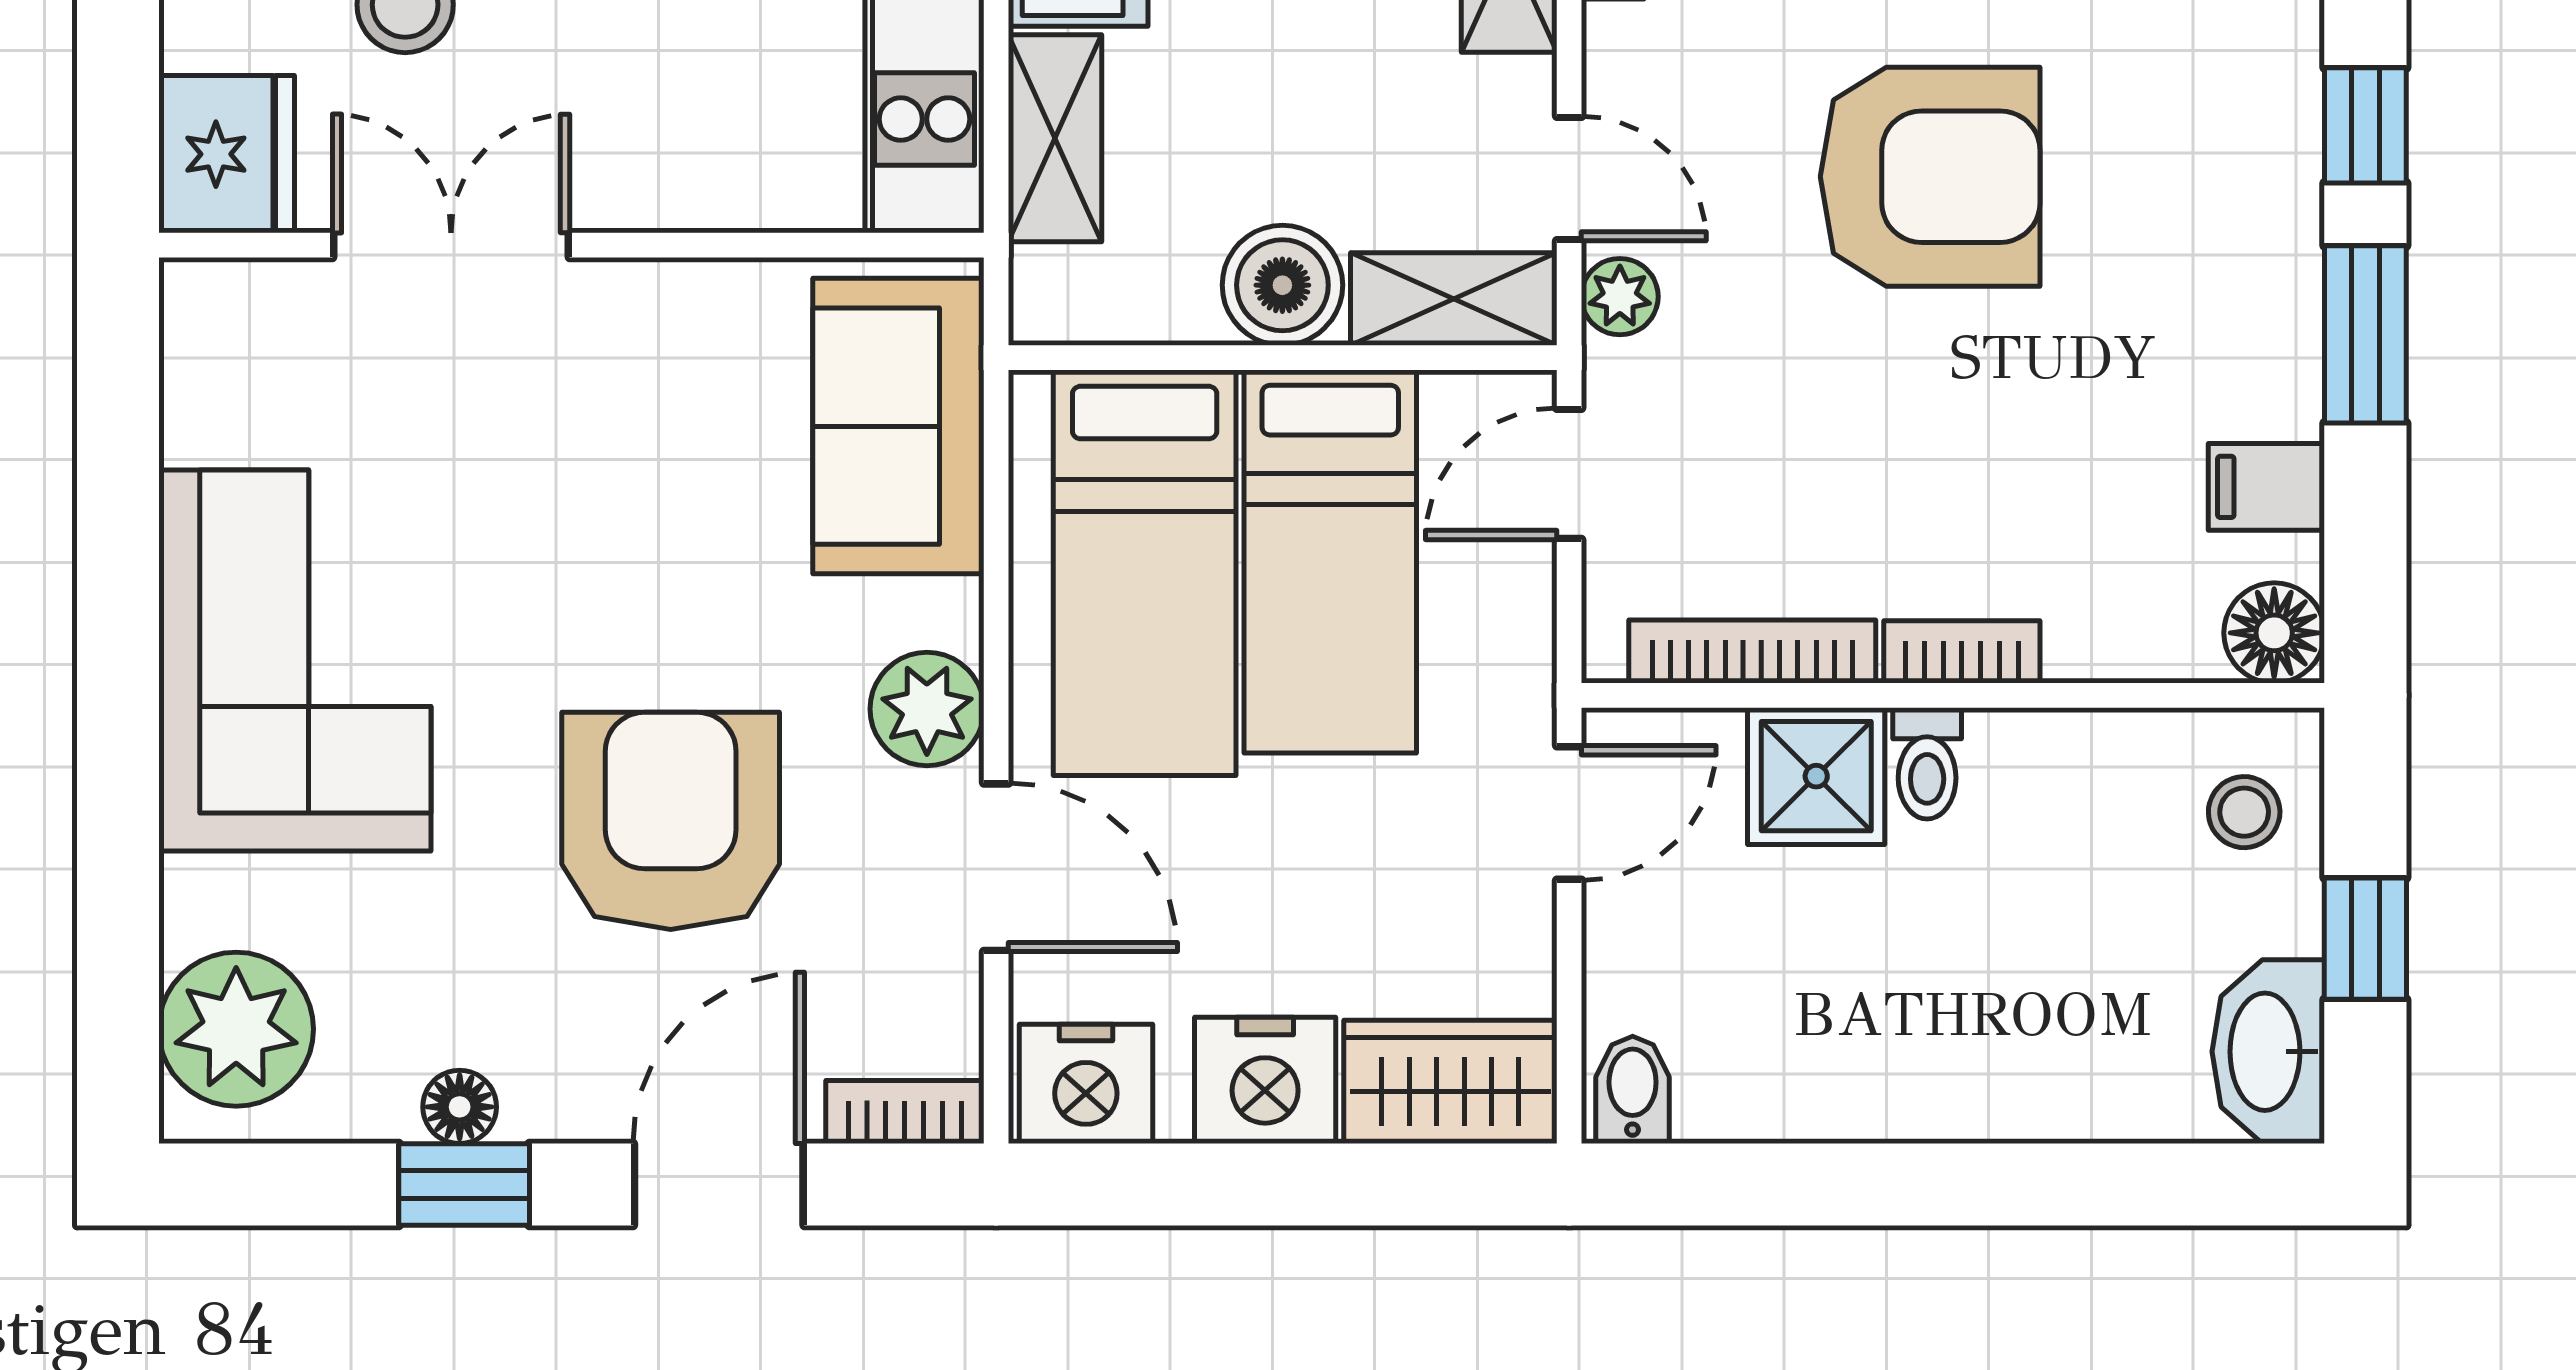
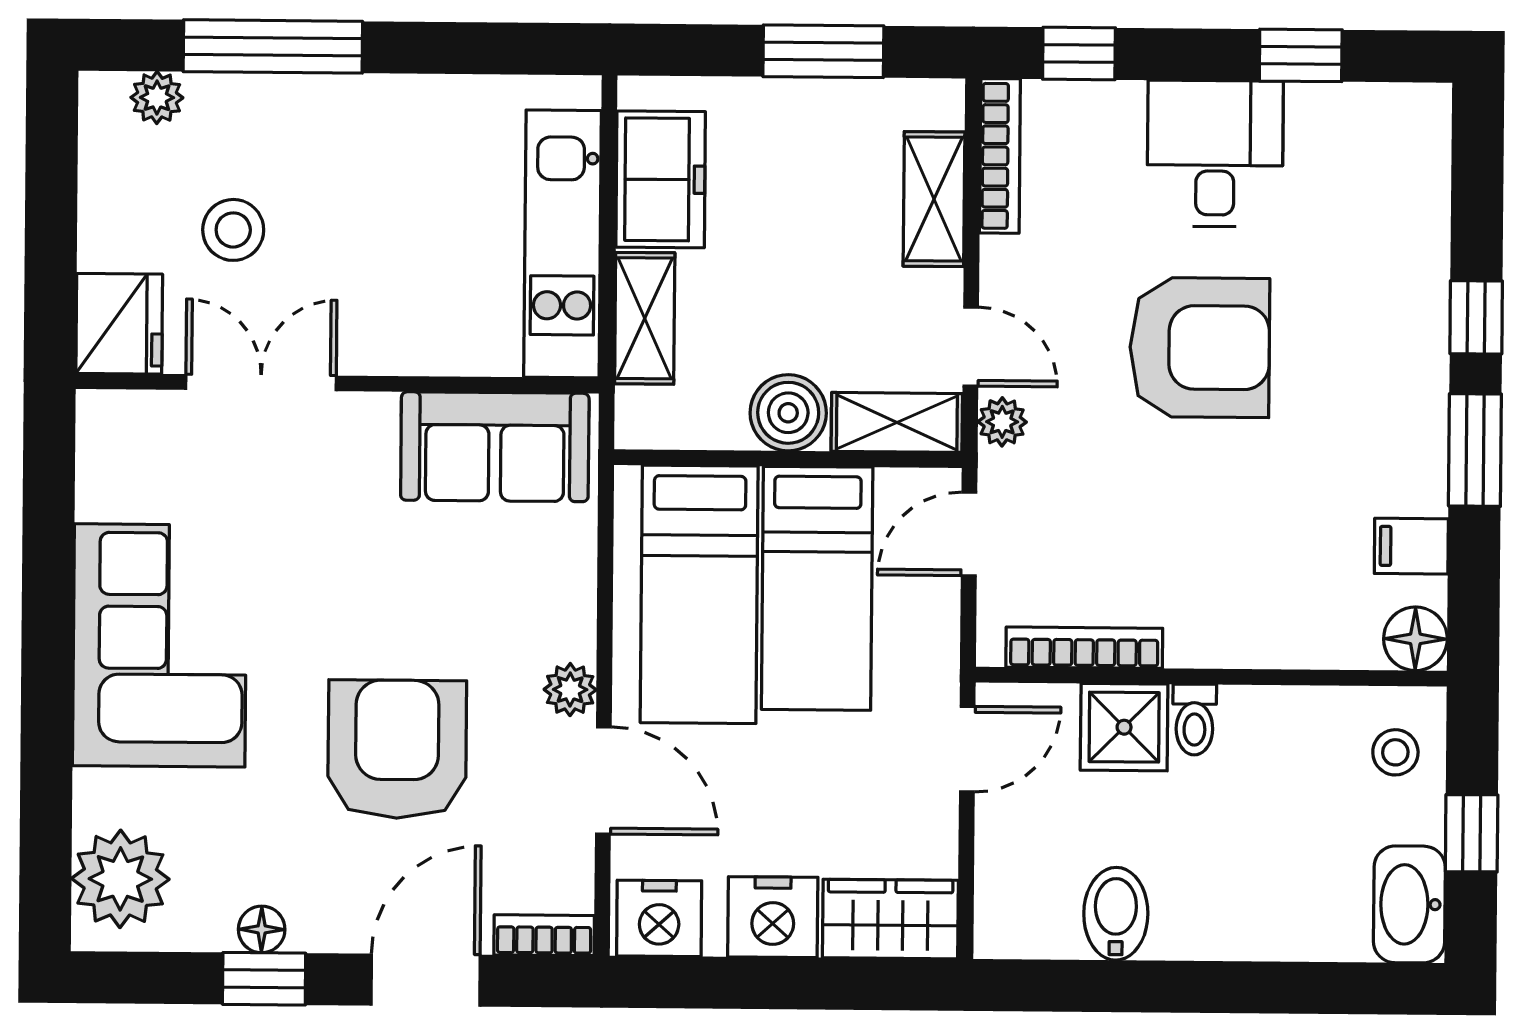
sofa: (898, 426) -> (495, 447), moved, turned -90
bookcase: (1962, 652) -> (1217, 649), removed
plant: (927, 709) -> (570, 690), width x0.73, depth x0.73
bidet: (1633, 1090) -> (1116, 914), moved, width x1.38, depth x1.36

